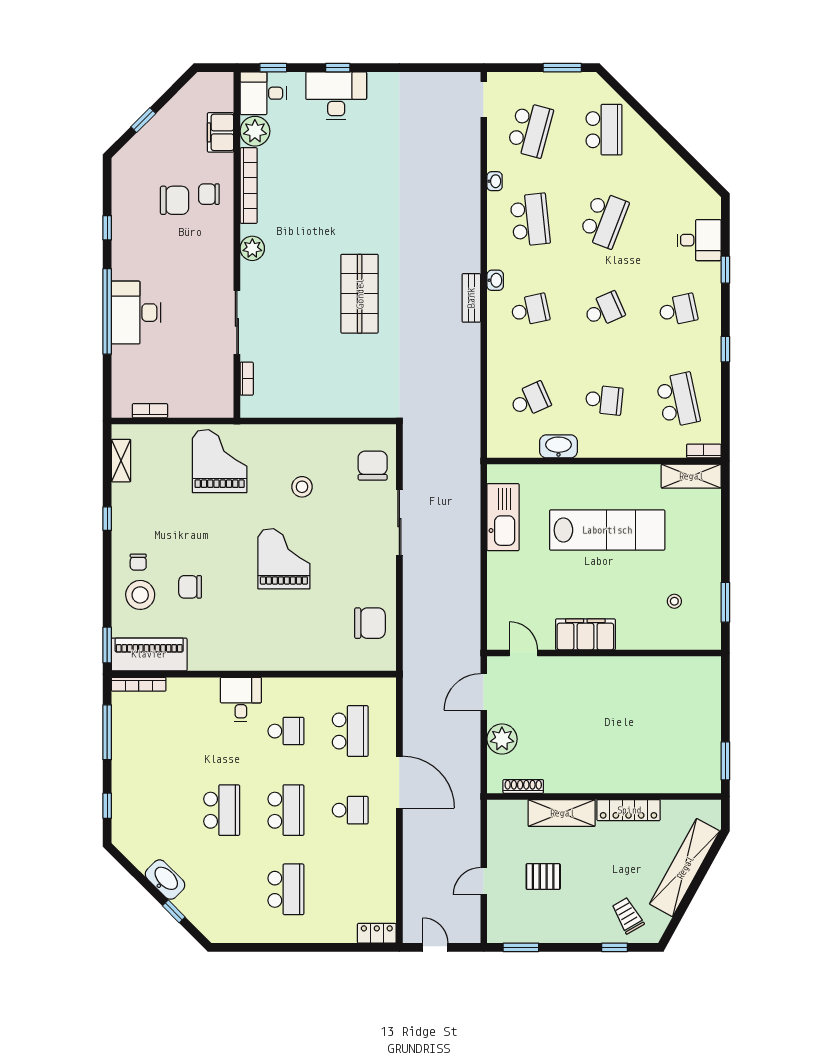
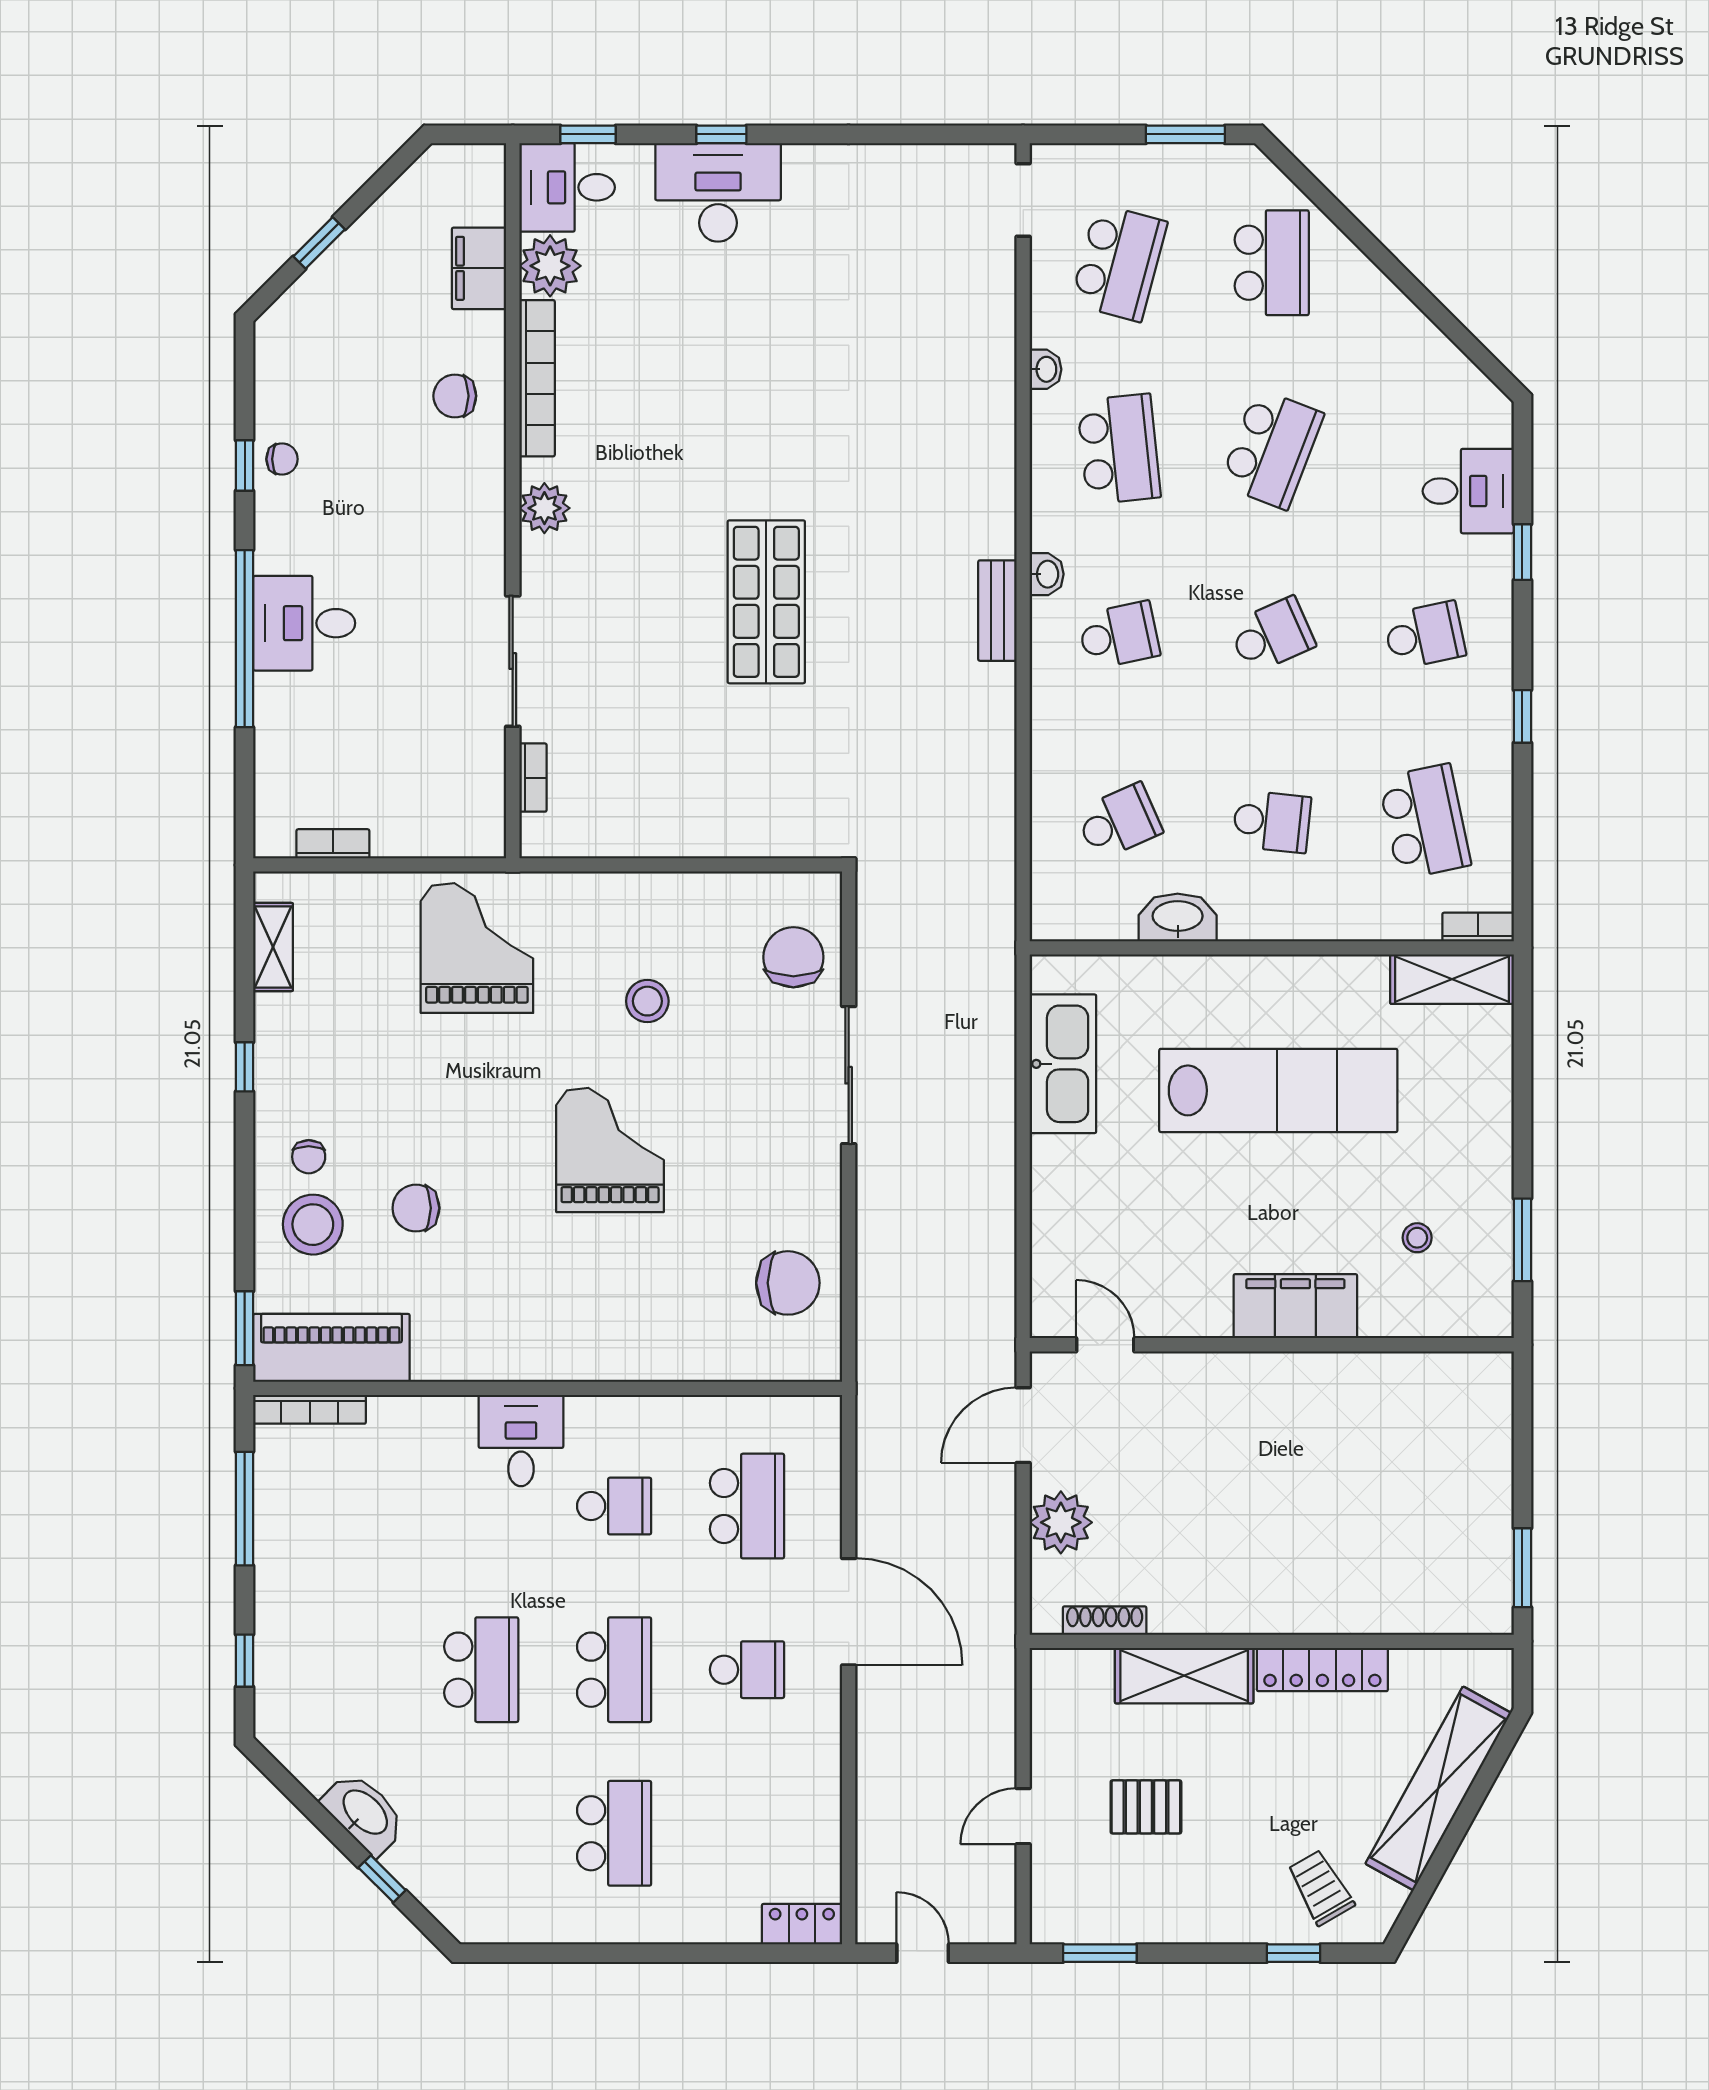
chair: (175, 200) -> (282, 459), moved, width x0.54, depth x0.54
desk: (136, 313) -> (304, 623), width x0.73
filing cabinet: (585, 634) -> (1295, 1306), moved

